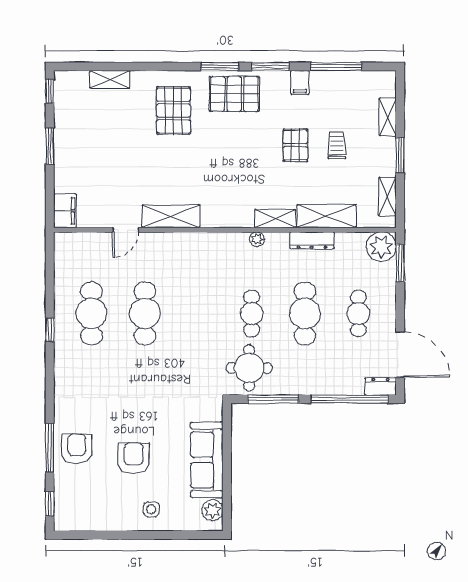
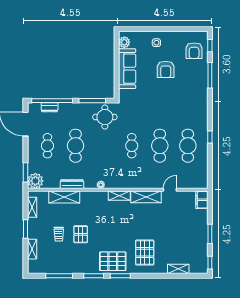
filing cabinet: (300, 83) -> (78, 267), removed
shelving: (275, 219) -> (119, 196), moved
cafe table: (252, 314) -> (132, 146), moved
dresser: (381, 386) -> (50, 107), moved
armchair: (77, 449) -> (194, 51), moved

